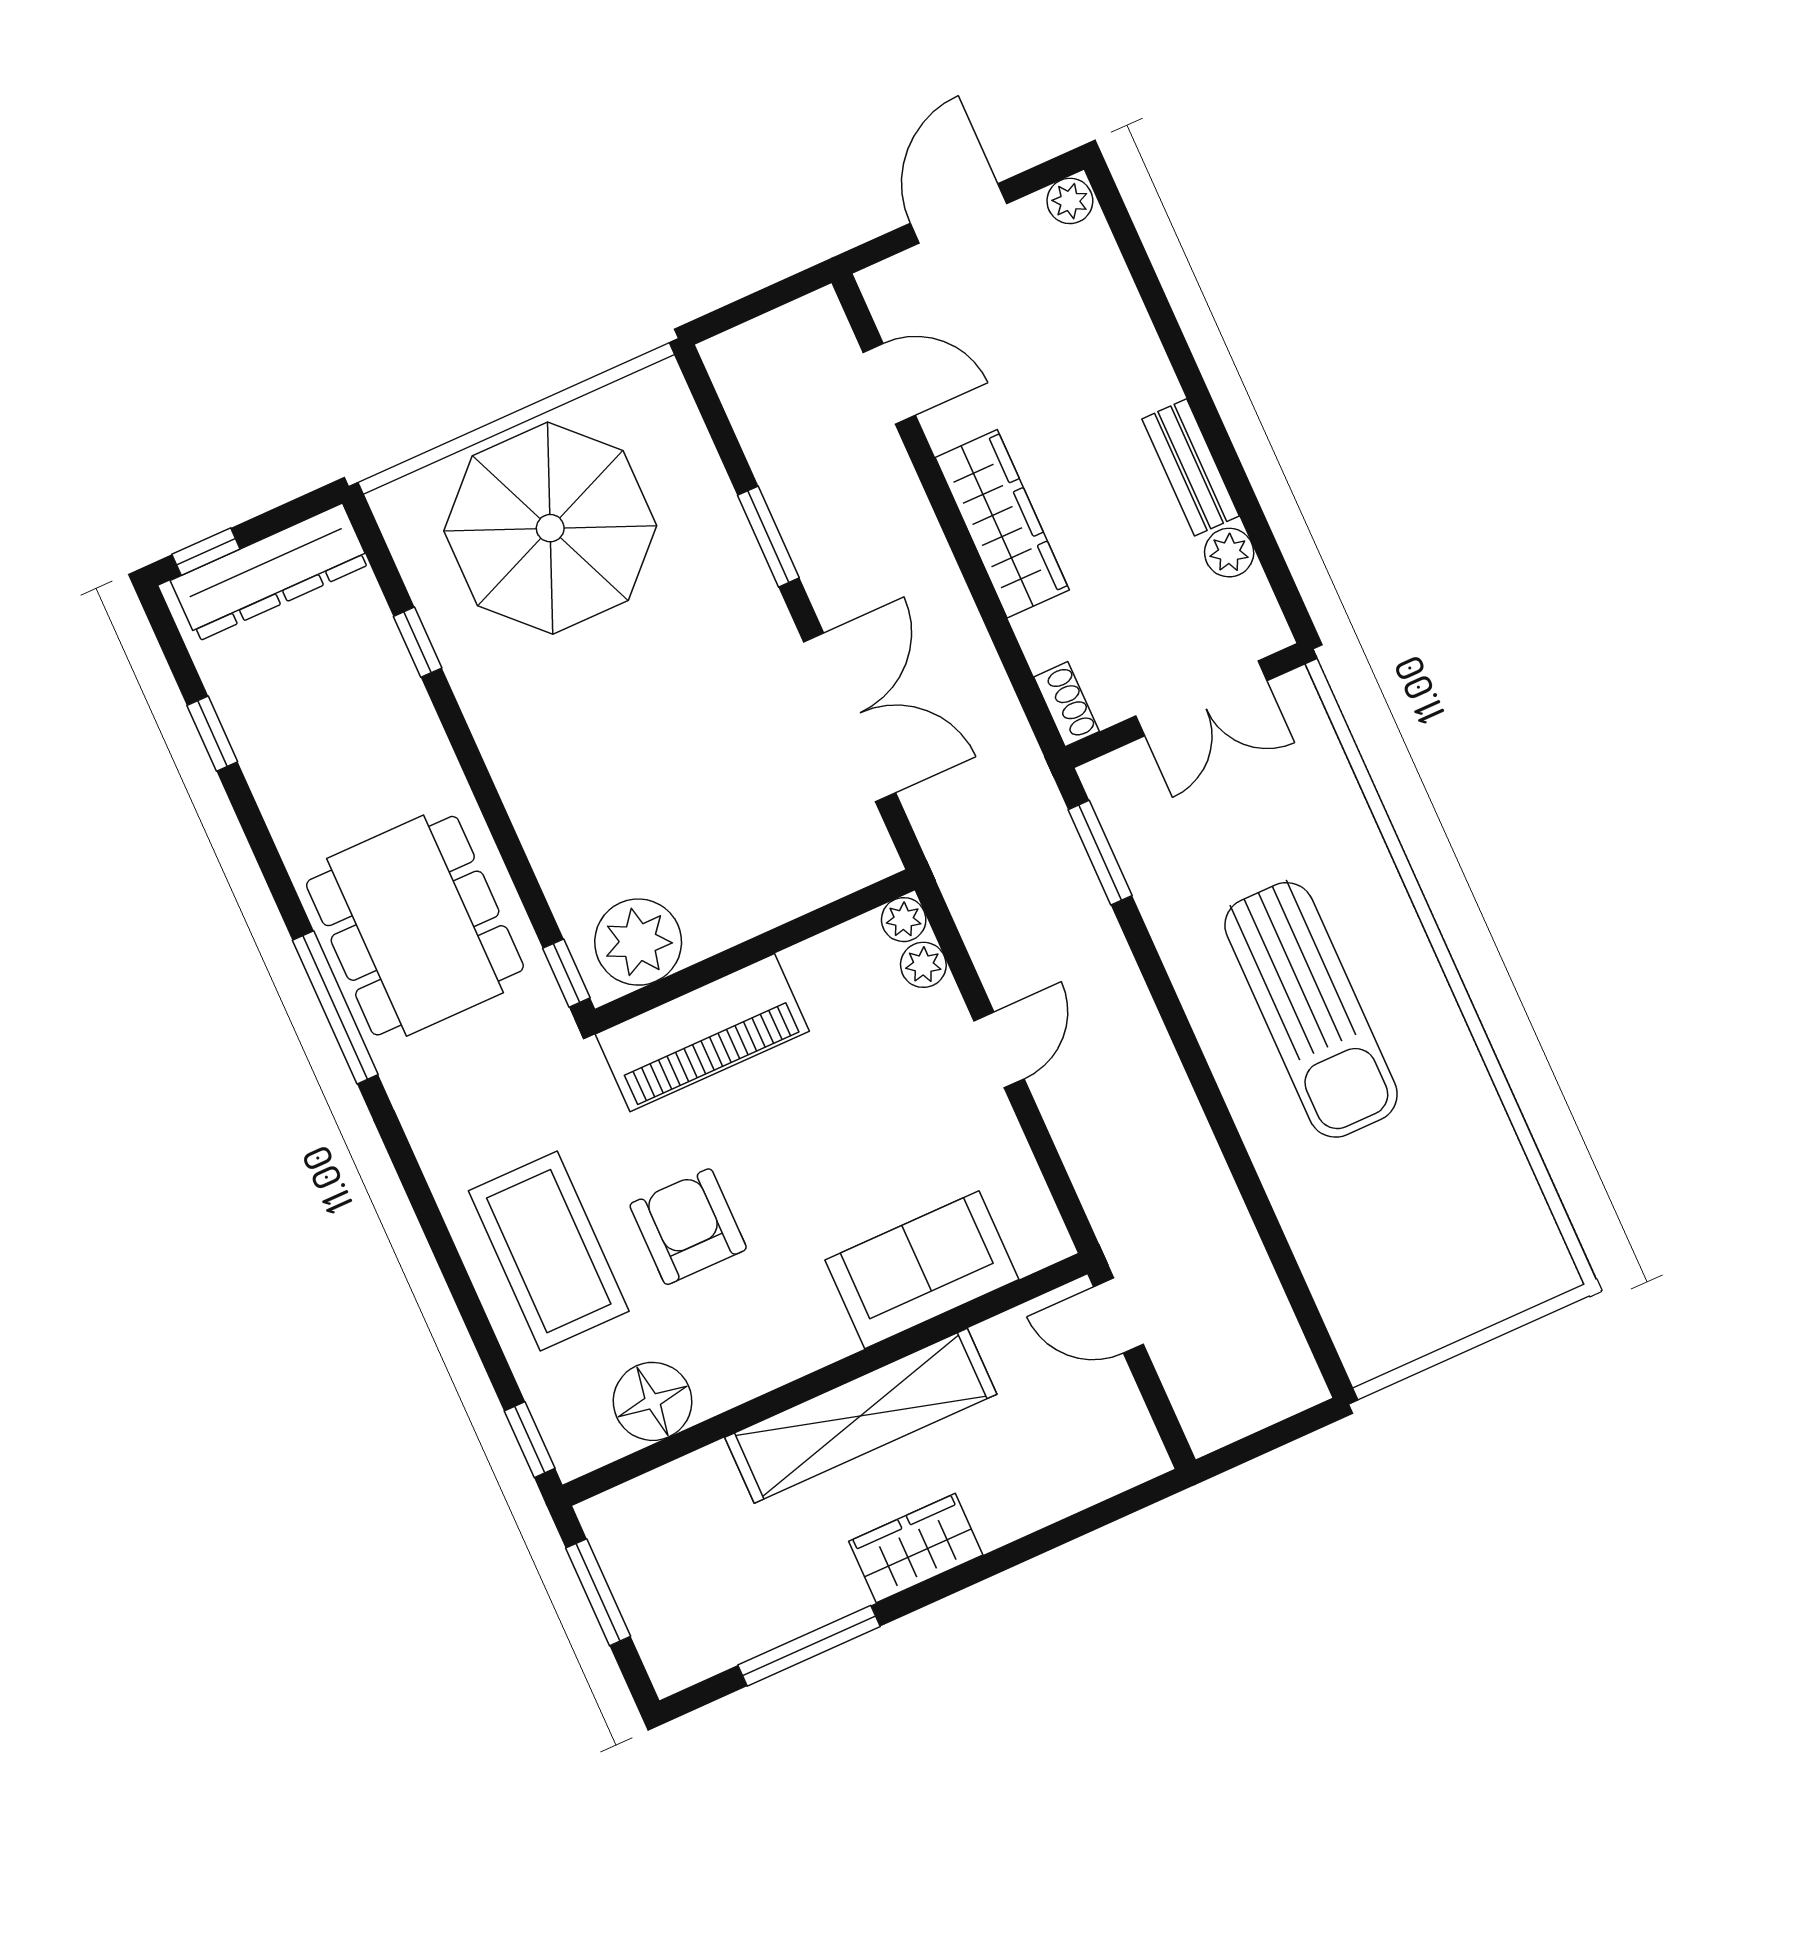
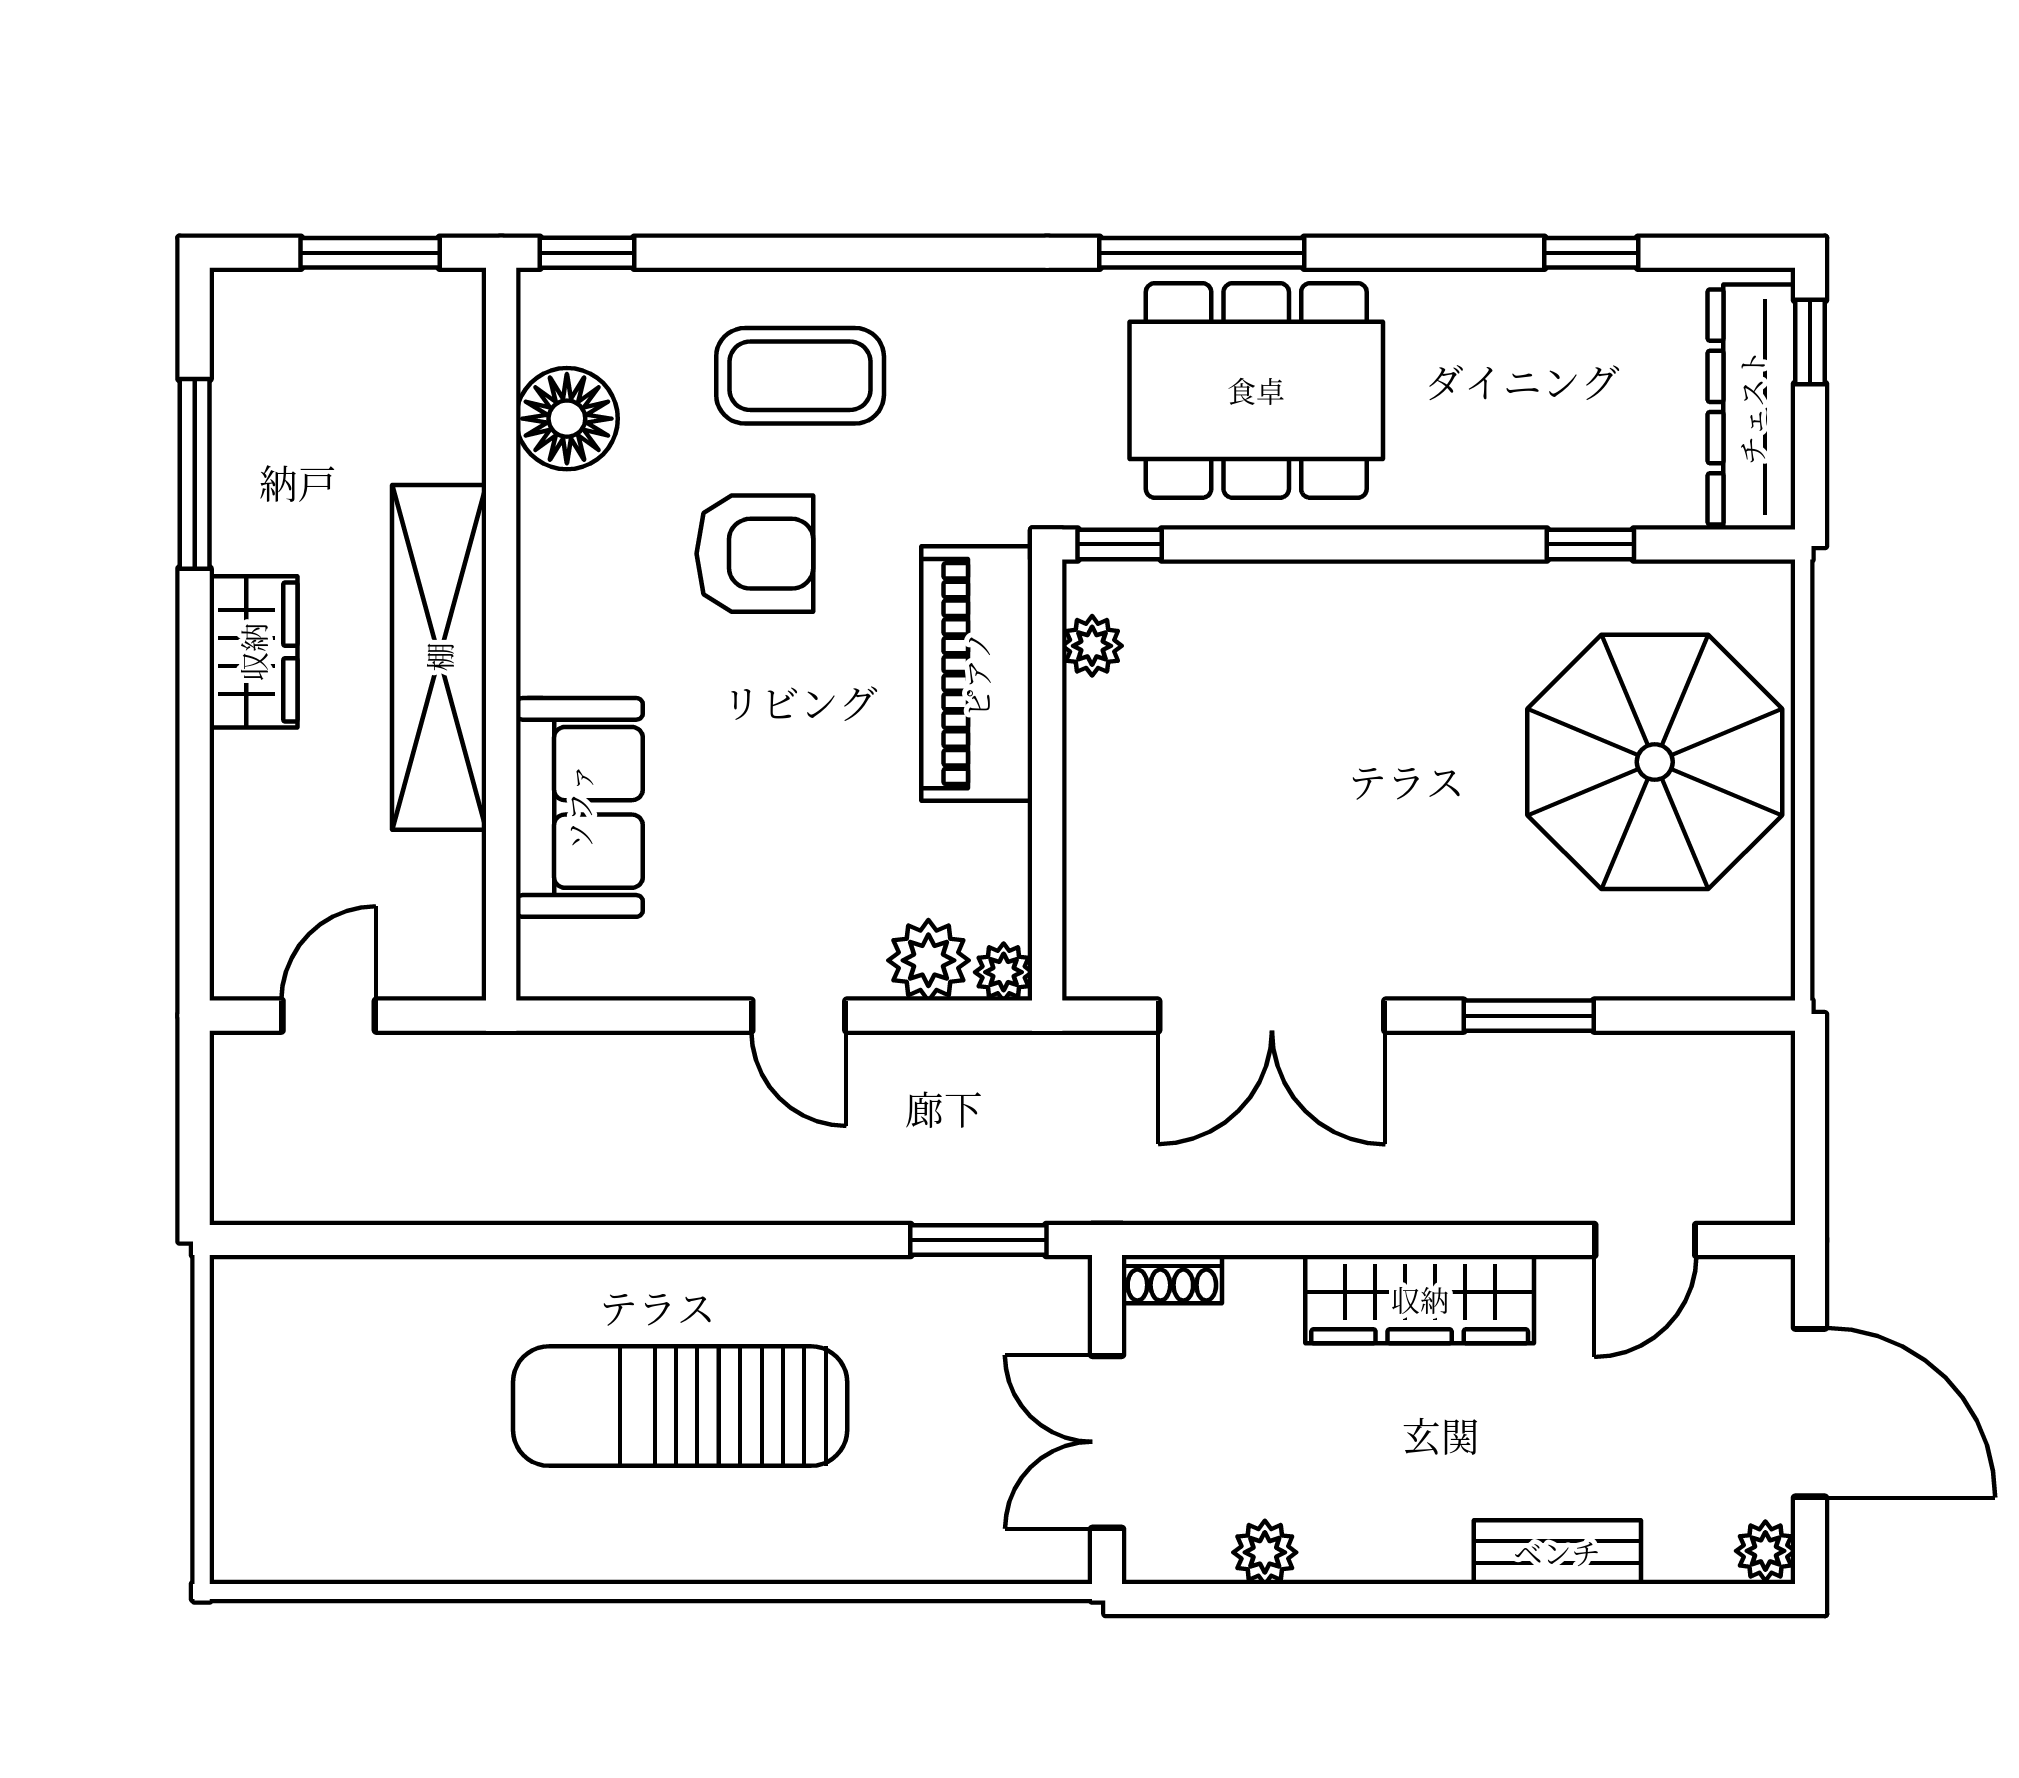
door: (959, 213) -> (1810, 1413), width x1.36
bench: (1191, 467) -> (1557, 1552), moved
plant: (638, 942) -> (1092, 646), width x0.53, depth x0.53
plant: (923, 965) -> (928, 960), width x1.38, depth x1.38
coffee table: (549, 1251) -> (800, 376), width x0.73, depth x0.76
door: (1118, 1316) -> (329, 1016), moved

